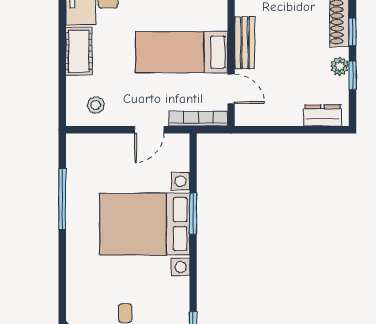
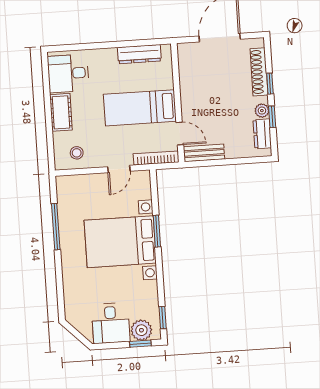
bench: (245, 43) -> (204, 153), moved, turned 90
dresser: (323, 115) -> (262, 134), moved, turned -90

